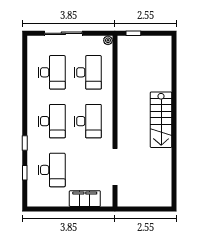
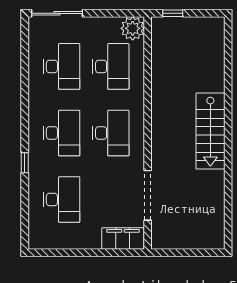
sliding door: (63, 33) -> (57, 13), moved
plant: (108, 40) -> (133, 28), width x1.88, depth x1.88
window: (25, 173) -> (25, 203), removed
filing cabinet: (85, 199) -> (123, 239), moved

